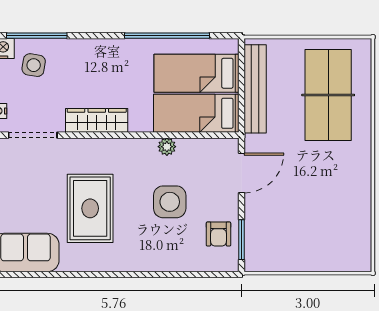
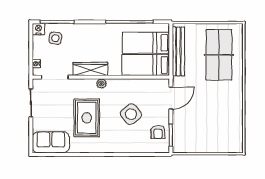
plant: (167, 147) -> (101, 84), moved
side table: (170, 202) -> (131, 114), turned -38

